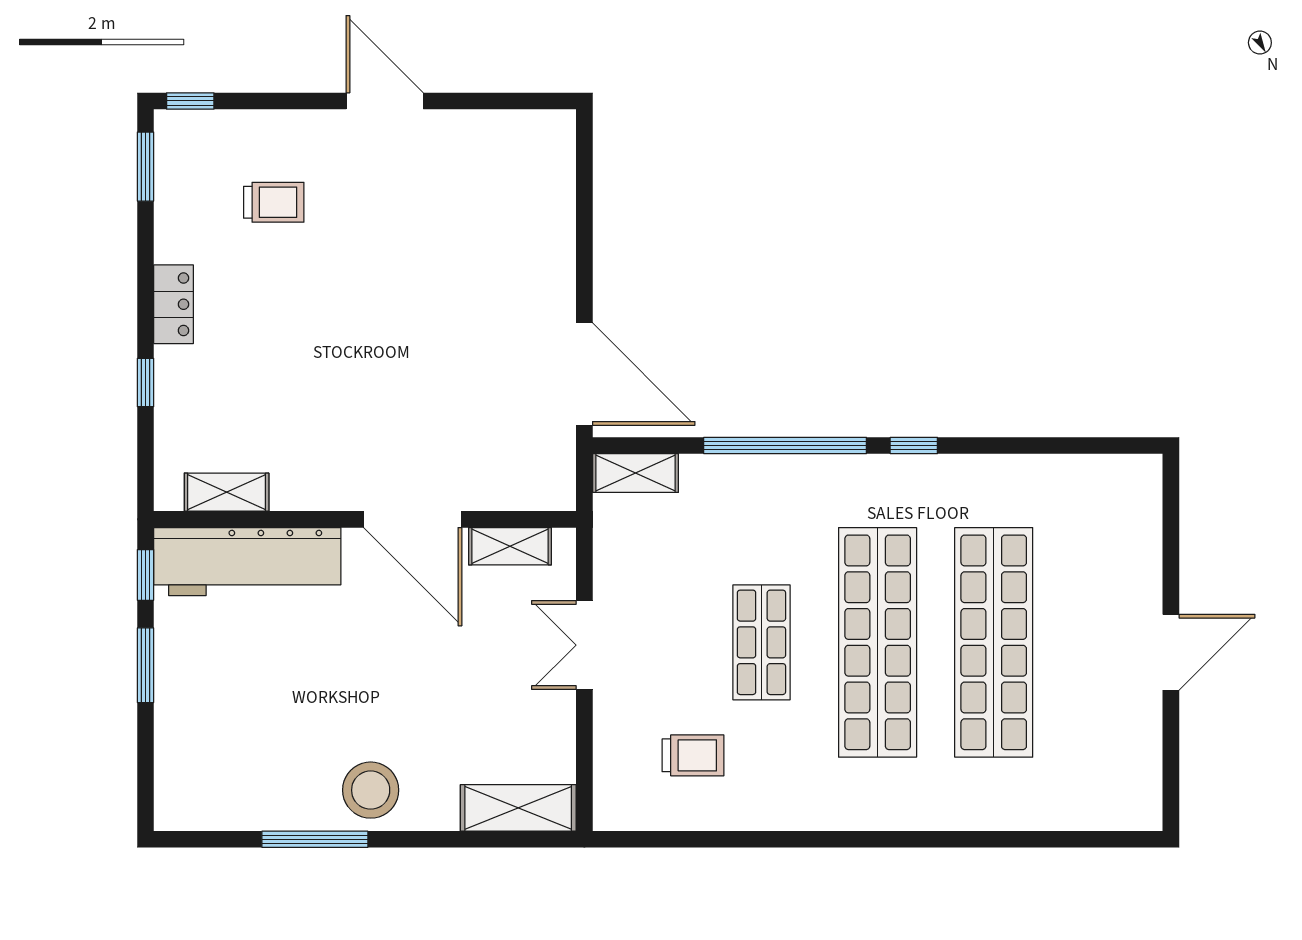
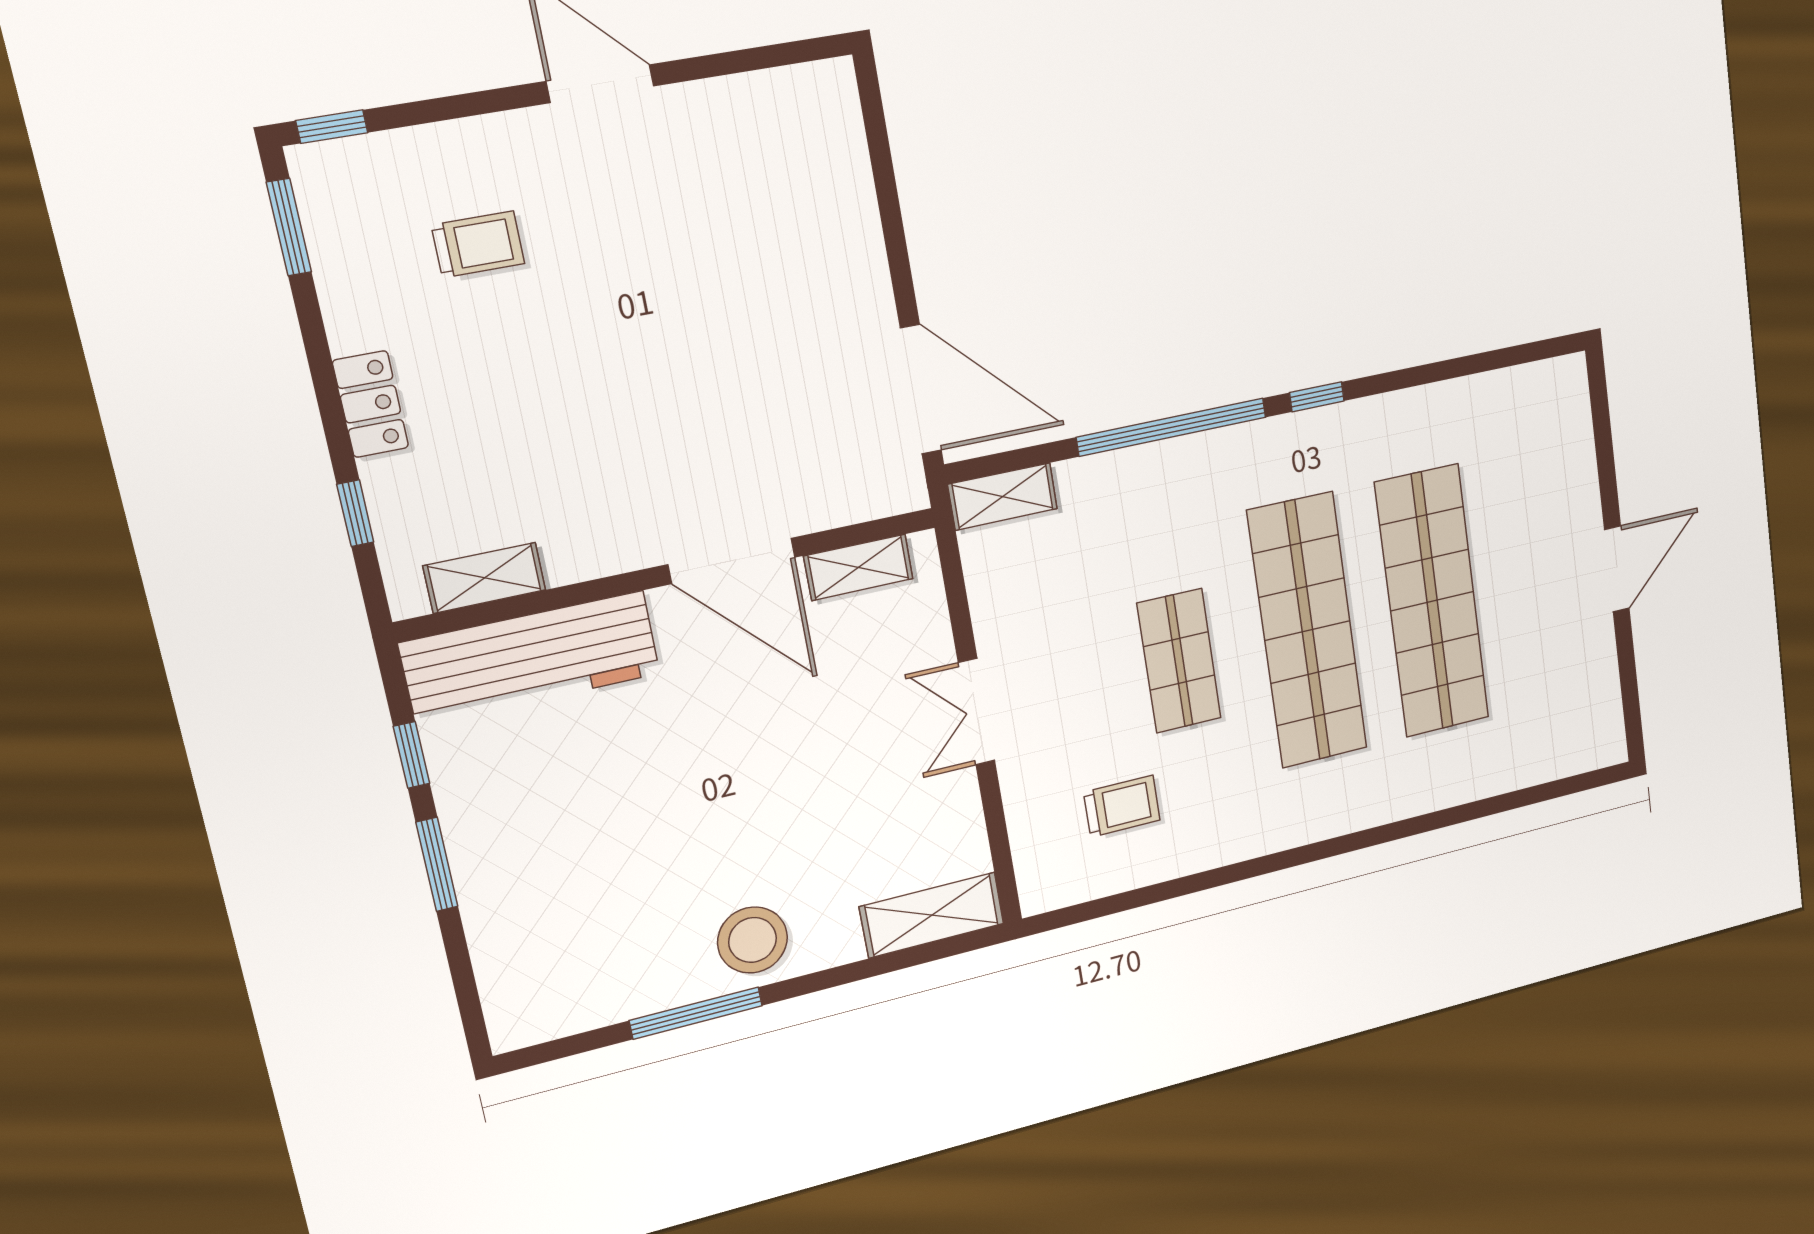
shelving: (227, 492) -> (484, 578), moved
wall: (365, 519) -> (671, 574), moved
door: (413, 519) -> (732, 561), moved
shelving: (510, 546) -> (858, 567), moved
workbench: (247, 562) -> (531, 658), moved

